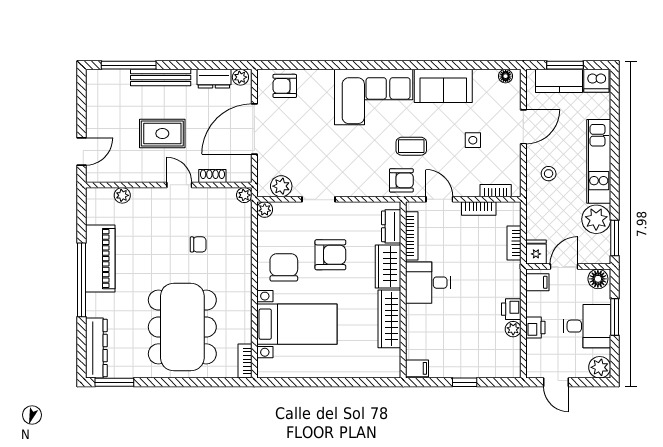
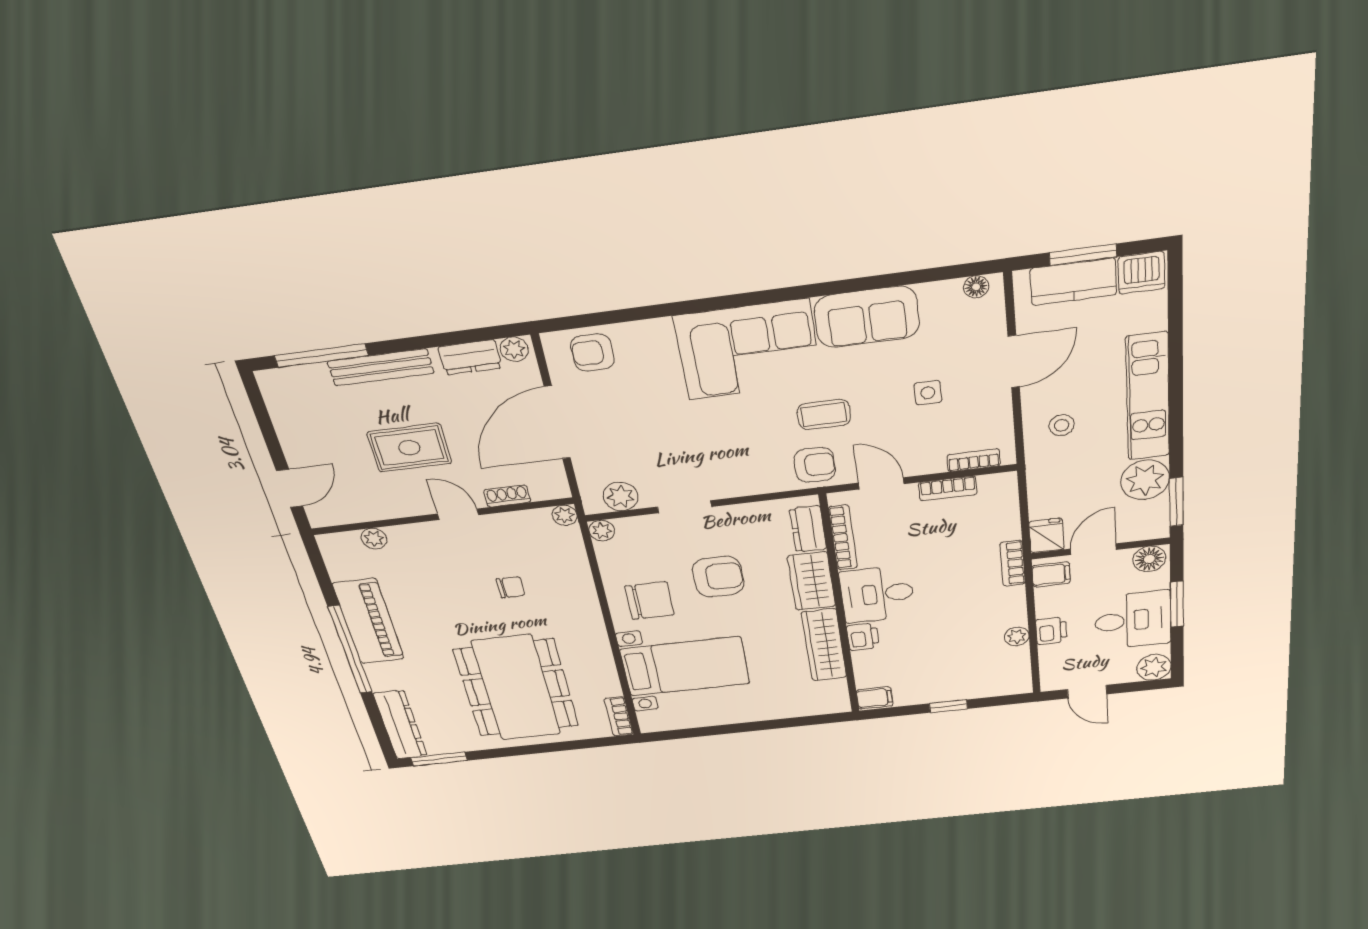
bookcase: (514, 243) -> (1013, 563), moved
chair: (284, 267) -> (649, 601), turned 90
printer: (511, 309) -> (863, 637), moved, turned 180

